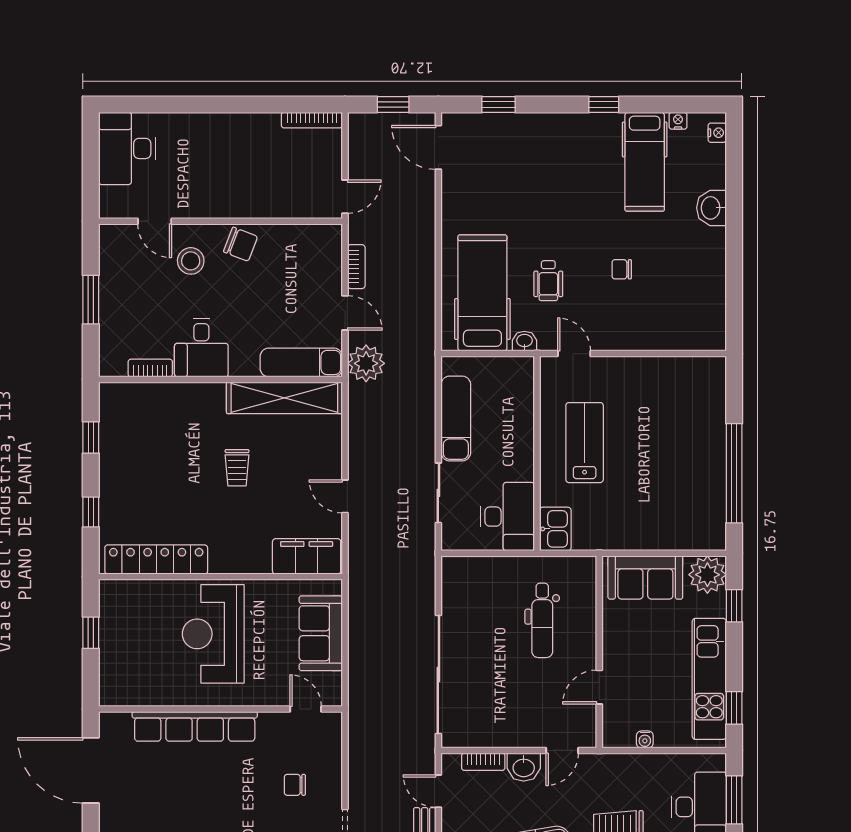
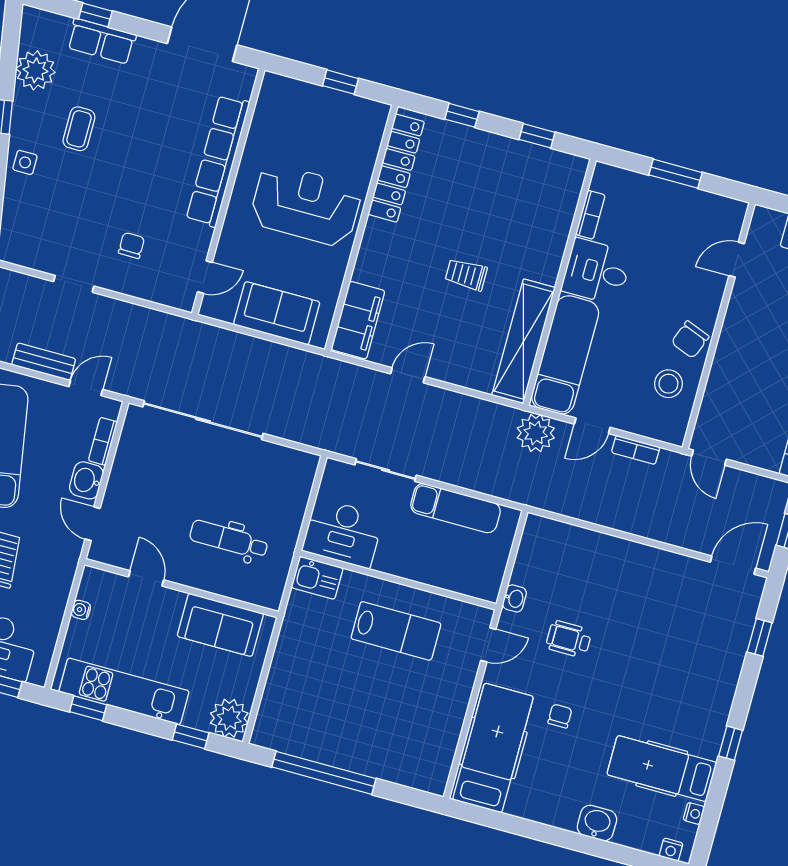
stool: (191, 261) -> (668, 384), moved
hospital bed: (482, 293) -> (493, 748), moved, turned -90
exam couch: (301, 362) -> (565, 355), width x1.36, depth x1.45
sofa: (645, 577) -> (220, 625), moved, turned -90

